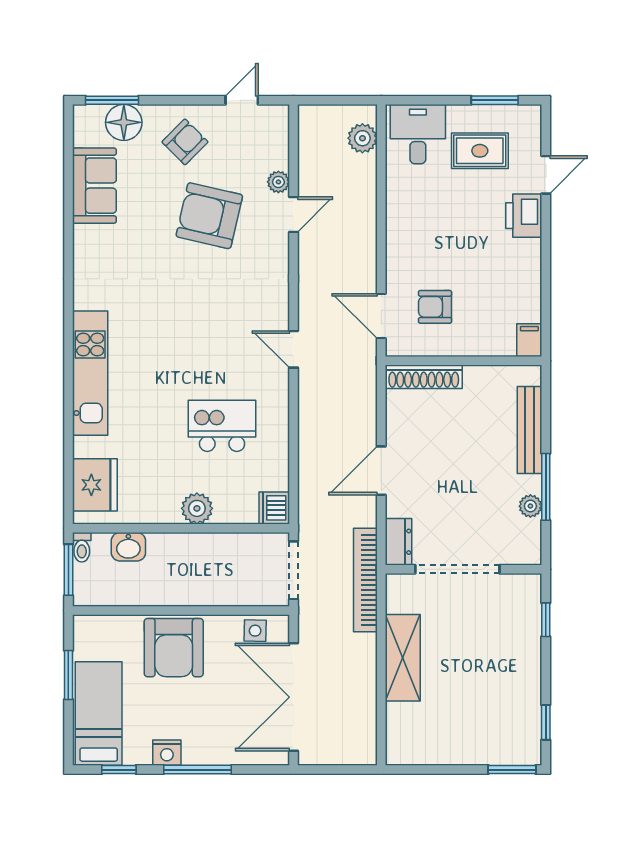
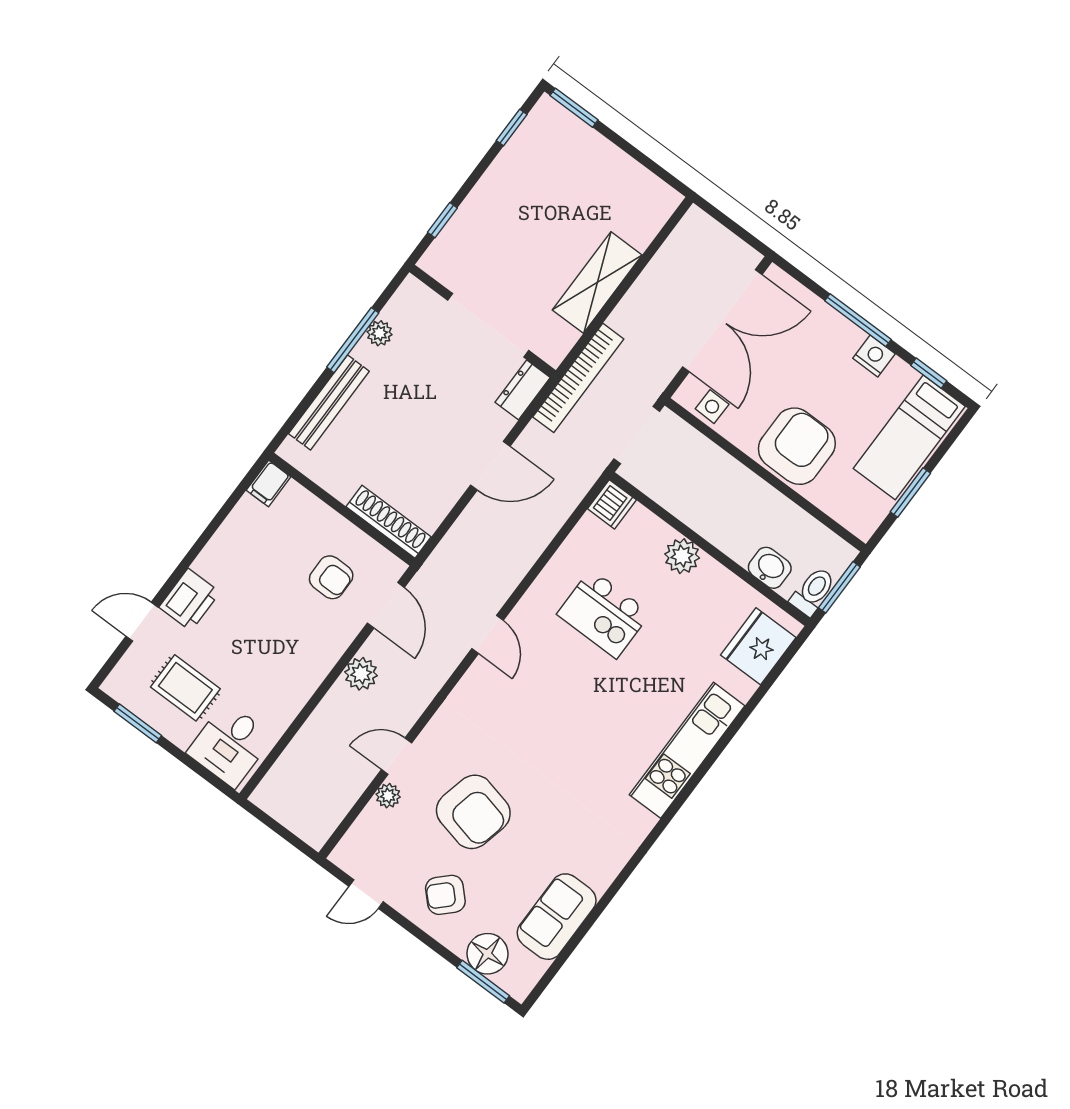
plant: (362, 138) -> (361, 674), moved
toilet: (82, 547) -> (813, 591), width x1.37, depth x1.39

